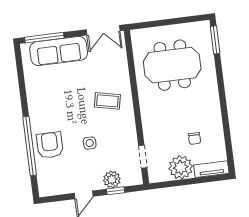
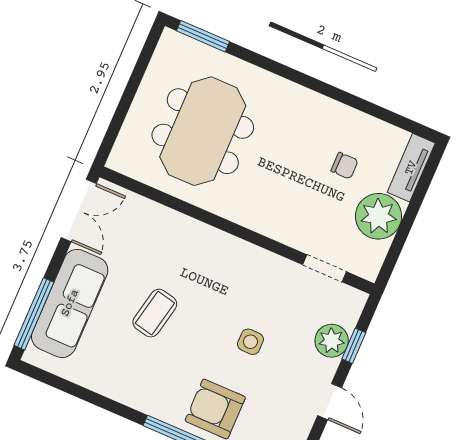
coffee table: (107, 101) -> (155, 313), moved

